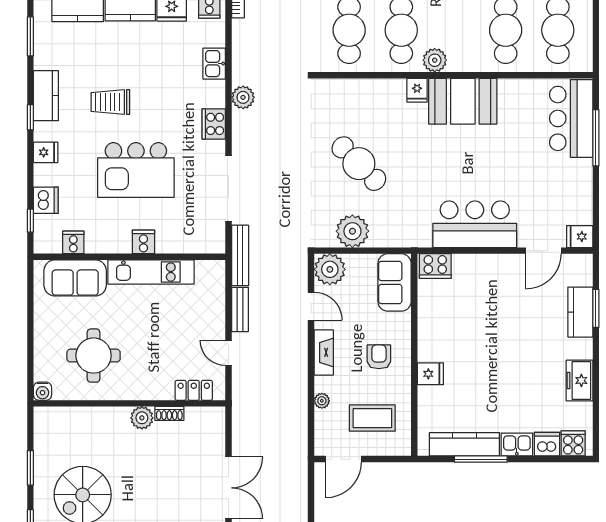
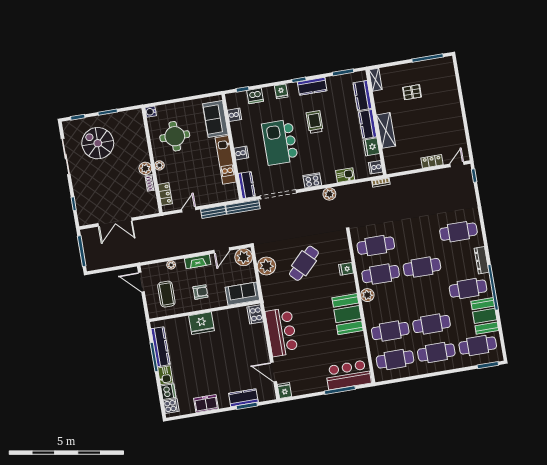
fridge: (417, 90) -> (346, 269), moved
kitchen counter: (202, 242) -> (247, 185), added
fridge: (430, 374) -> (202, 323), width x1.88, depth x1.34
plant: (141, 392) -> (159, 165), added

